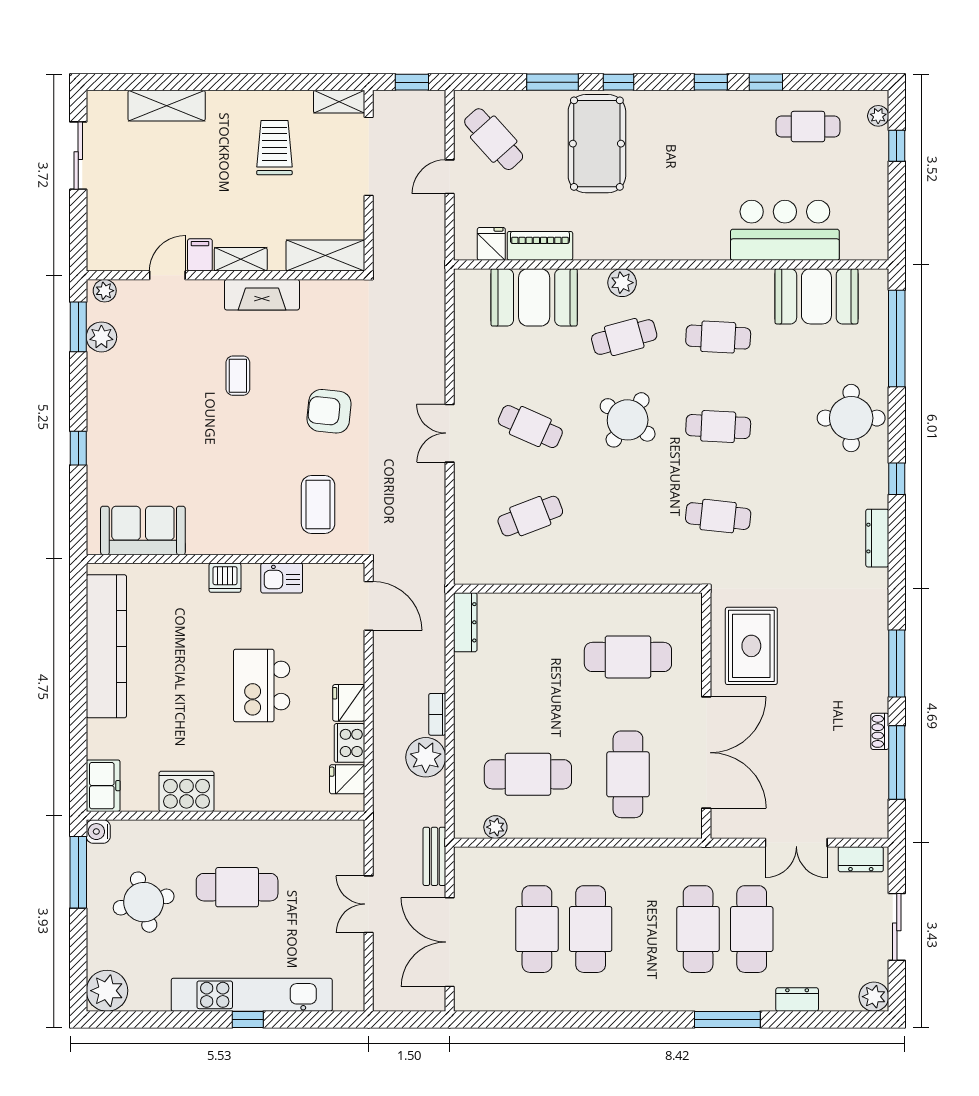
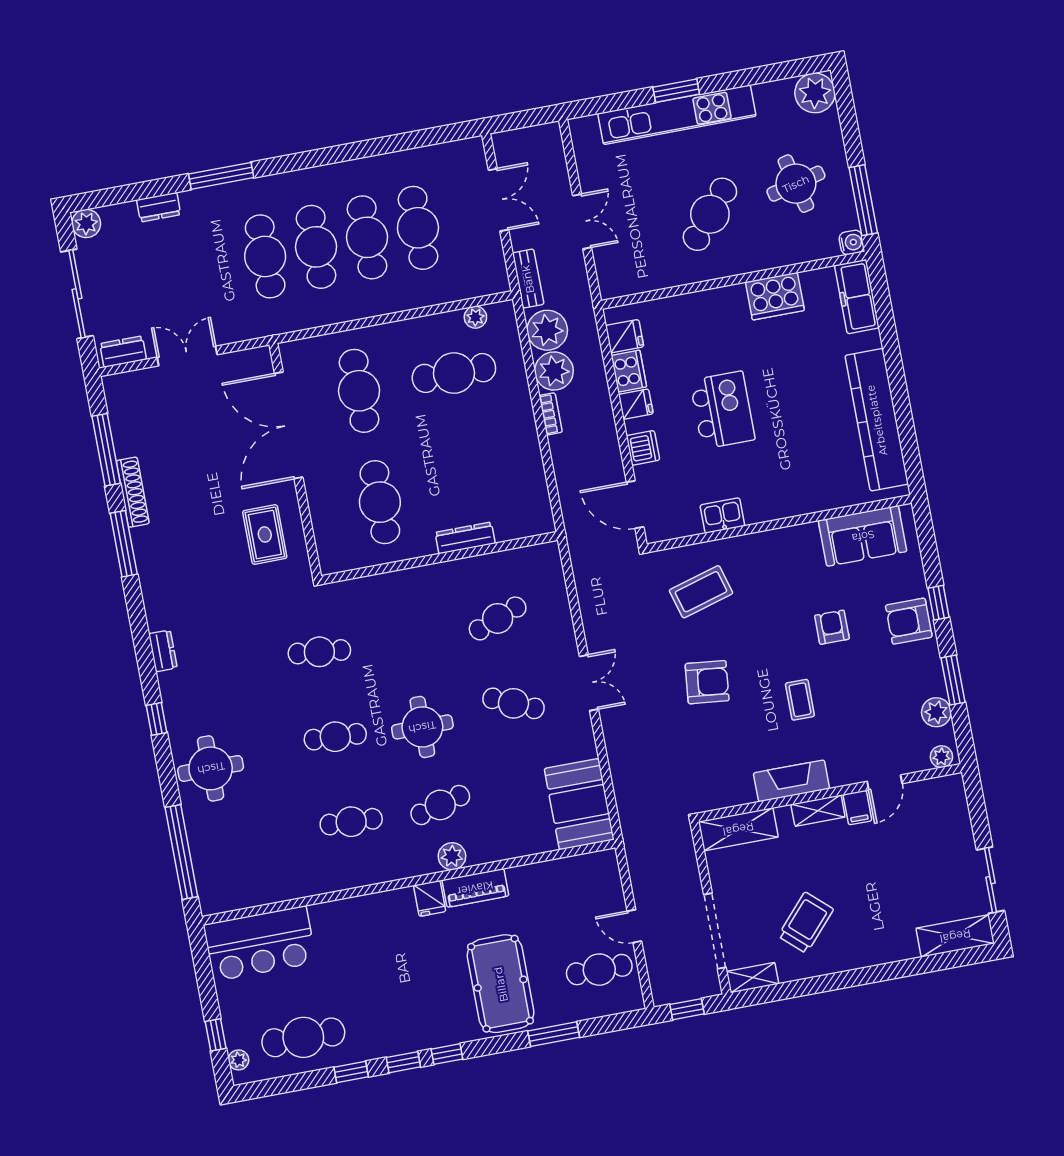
window: (618, 82) -> (447, 1054), moved
shelving: (167, 106) -> (955, 936), moved
cafe table: (808, 127) -> (303, 1037), width x1.37, depth x1.35
cafe table: (494, 139) -> (599, 970), turned -48
trolley: (274, 148) -> (806, 923), turned -138
door: (450, 177) -> (634, 926), swing flipped
bar counter: (785, 230) -> (260, 944), moved
fridge: (491, 244) -> (430, 898), moved
piano: (540, 246) -> (475, 888), moved
booth: (816, 296) -> (265, 878), removed
booth: (534, 297) -> (579, 804), moved, turned 90
window: (78, 327) -> (953, 680), moved
round table: (628, 420) -> (422, 727), turned -35
armchair: (112, 435) -> (909, 621), added
armchair: (191, 443) -> (832, 627), added
coffee table: (318, 505) -> (701, 592), turned 74
dresser: (877, 538) -> (163, 651), width x0.70
dishwasher: (225, 578) -> (643, 448), moved, turned 90
dresser: (465, 622) -> (465, 538), moved, turned 90
rug: (751, 646) -> (265, 534), width x0.73, depth x0.70
cafe table: (628, 657) -> (380, 502), turned 90
fridge: (349, 703) -> (636, 404), width x0.72
shoe rack: (880, 731) -> (133, 492), width x1.94, depth x1.24
freezer: (103, 786) -> (857, 297), width x1.40
plant: (425, 800) -> (547, 330), added
cafe table: (237, 887) -> (710, 214), turned -50
sliding door: (897, 927) -> (77, 294), width x1.37
cafe table: (752, 929) -> (316, 247), moved
double door: (450, 942) -> (498, 200), width x0.73
window: (248, 1020) -> (676, 91), width x1.50

